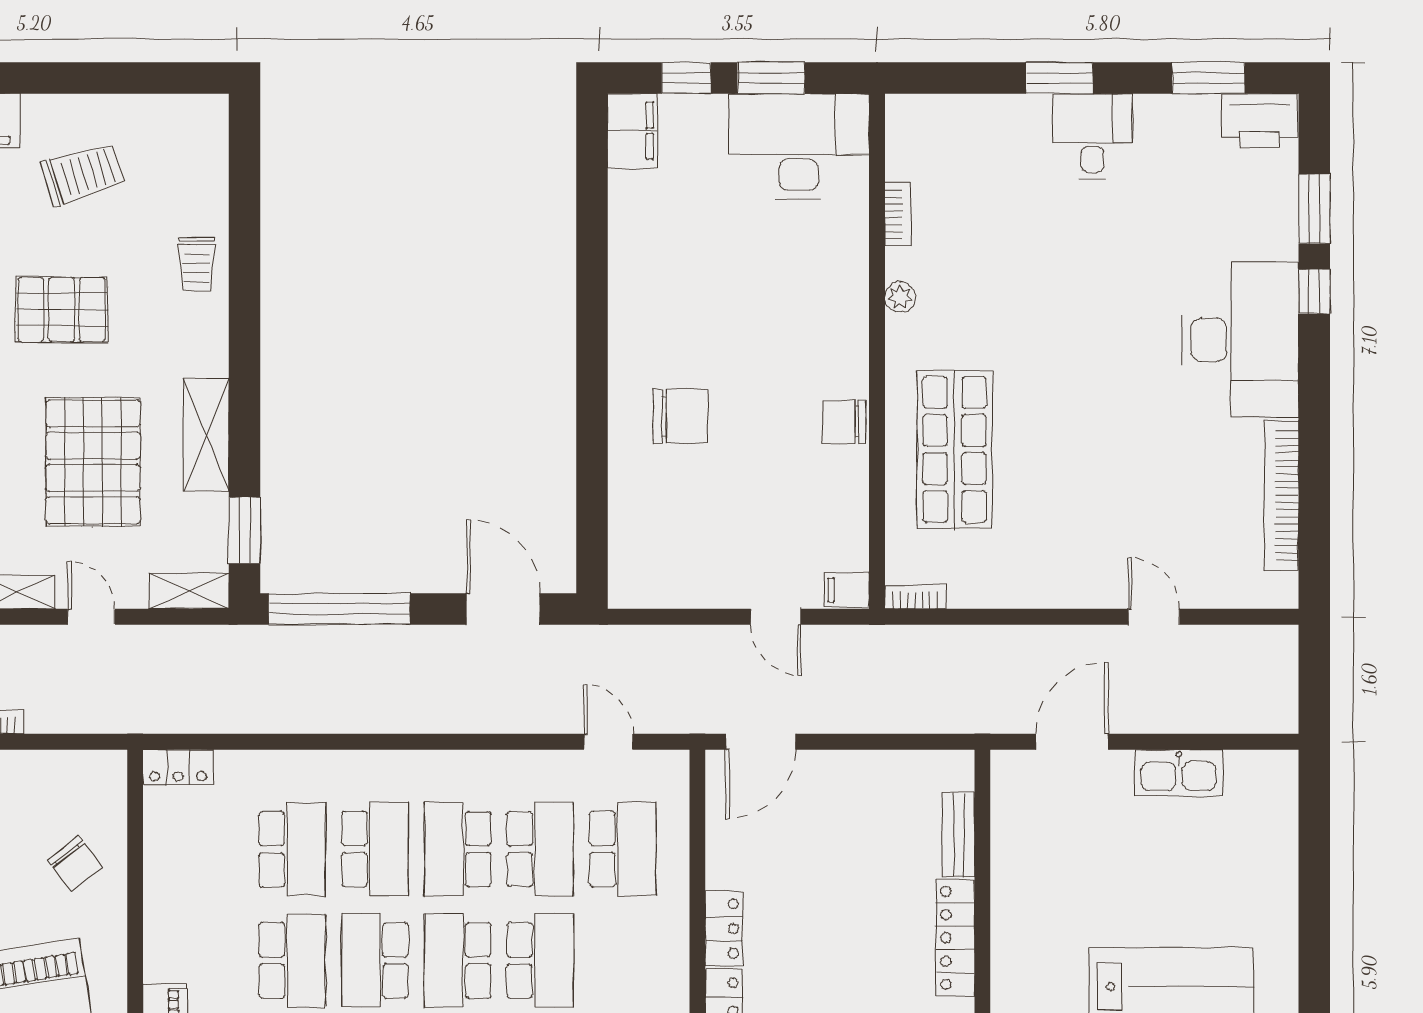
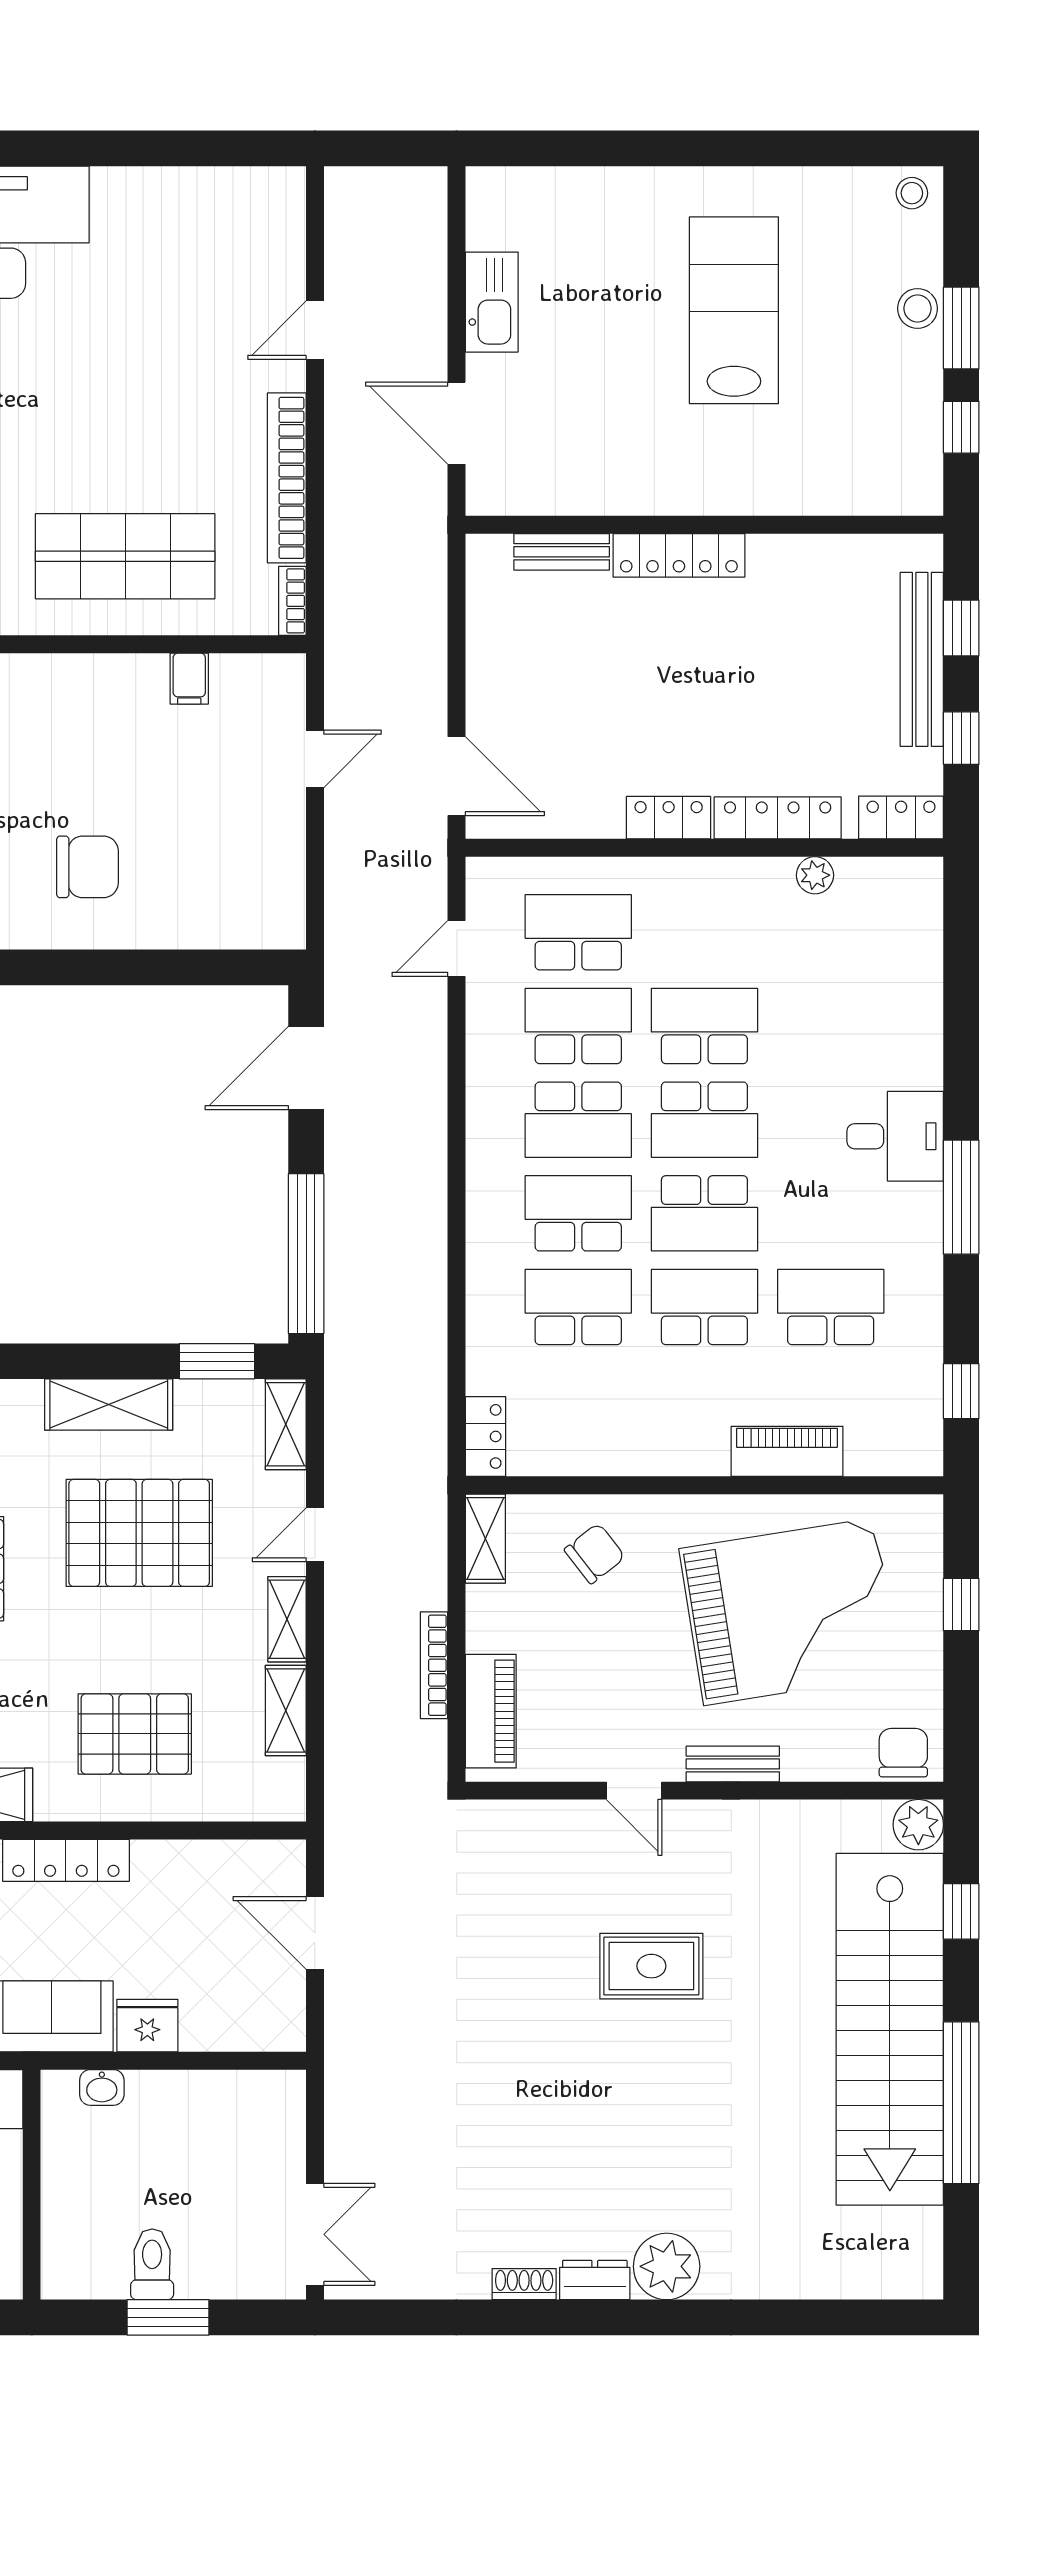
chair: (681, 416) -> (87, 867), turned 90
chair: (844, 422) -> (94, 682), removed
bookcase: (1282, 496) -> (287, 478), moved, turned 90
filing cabinet: (847, 590) -> (189, 679), moved
shelving: (88, 767) -> (485, 1539), added

